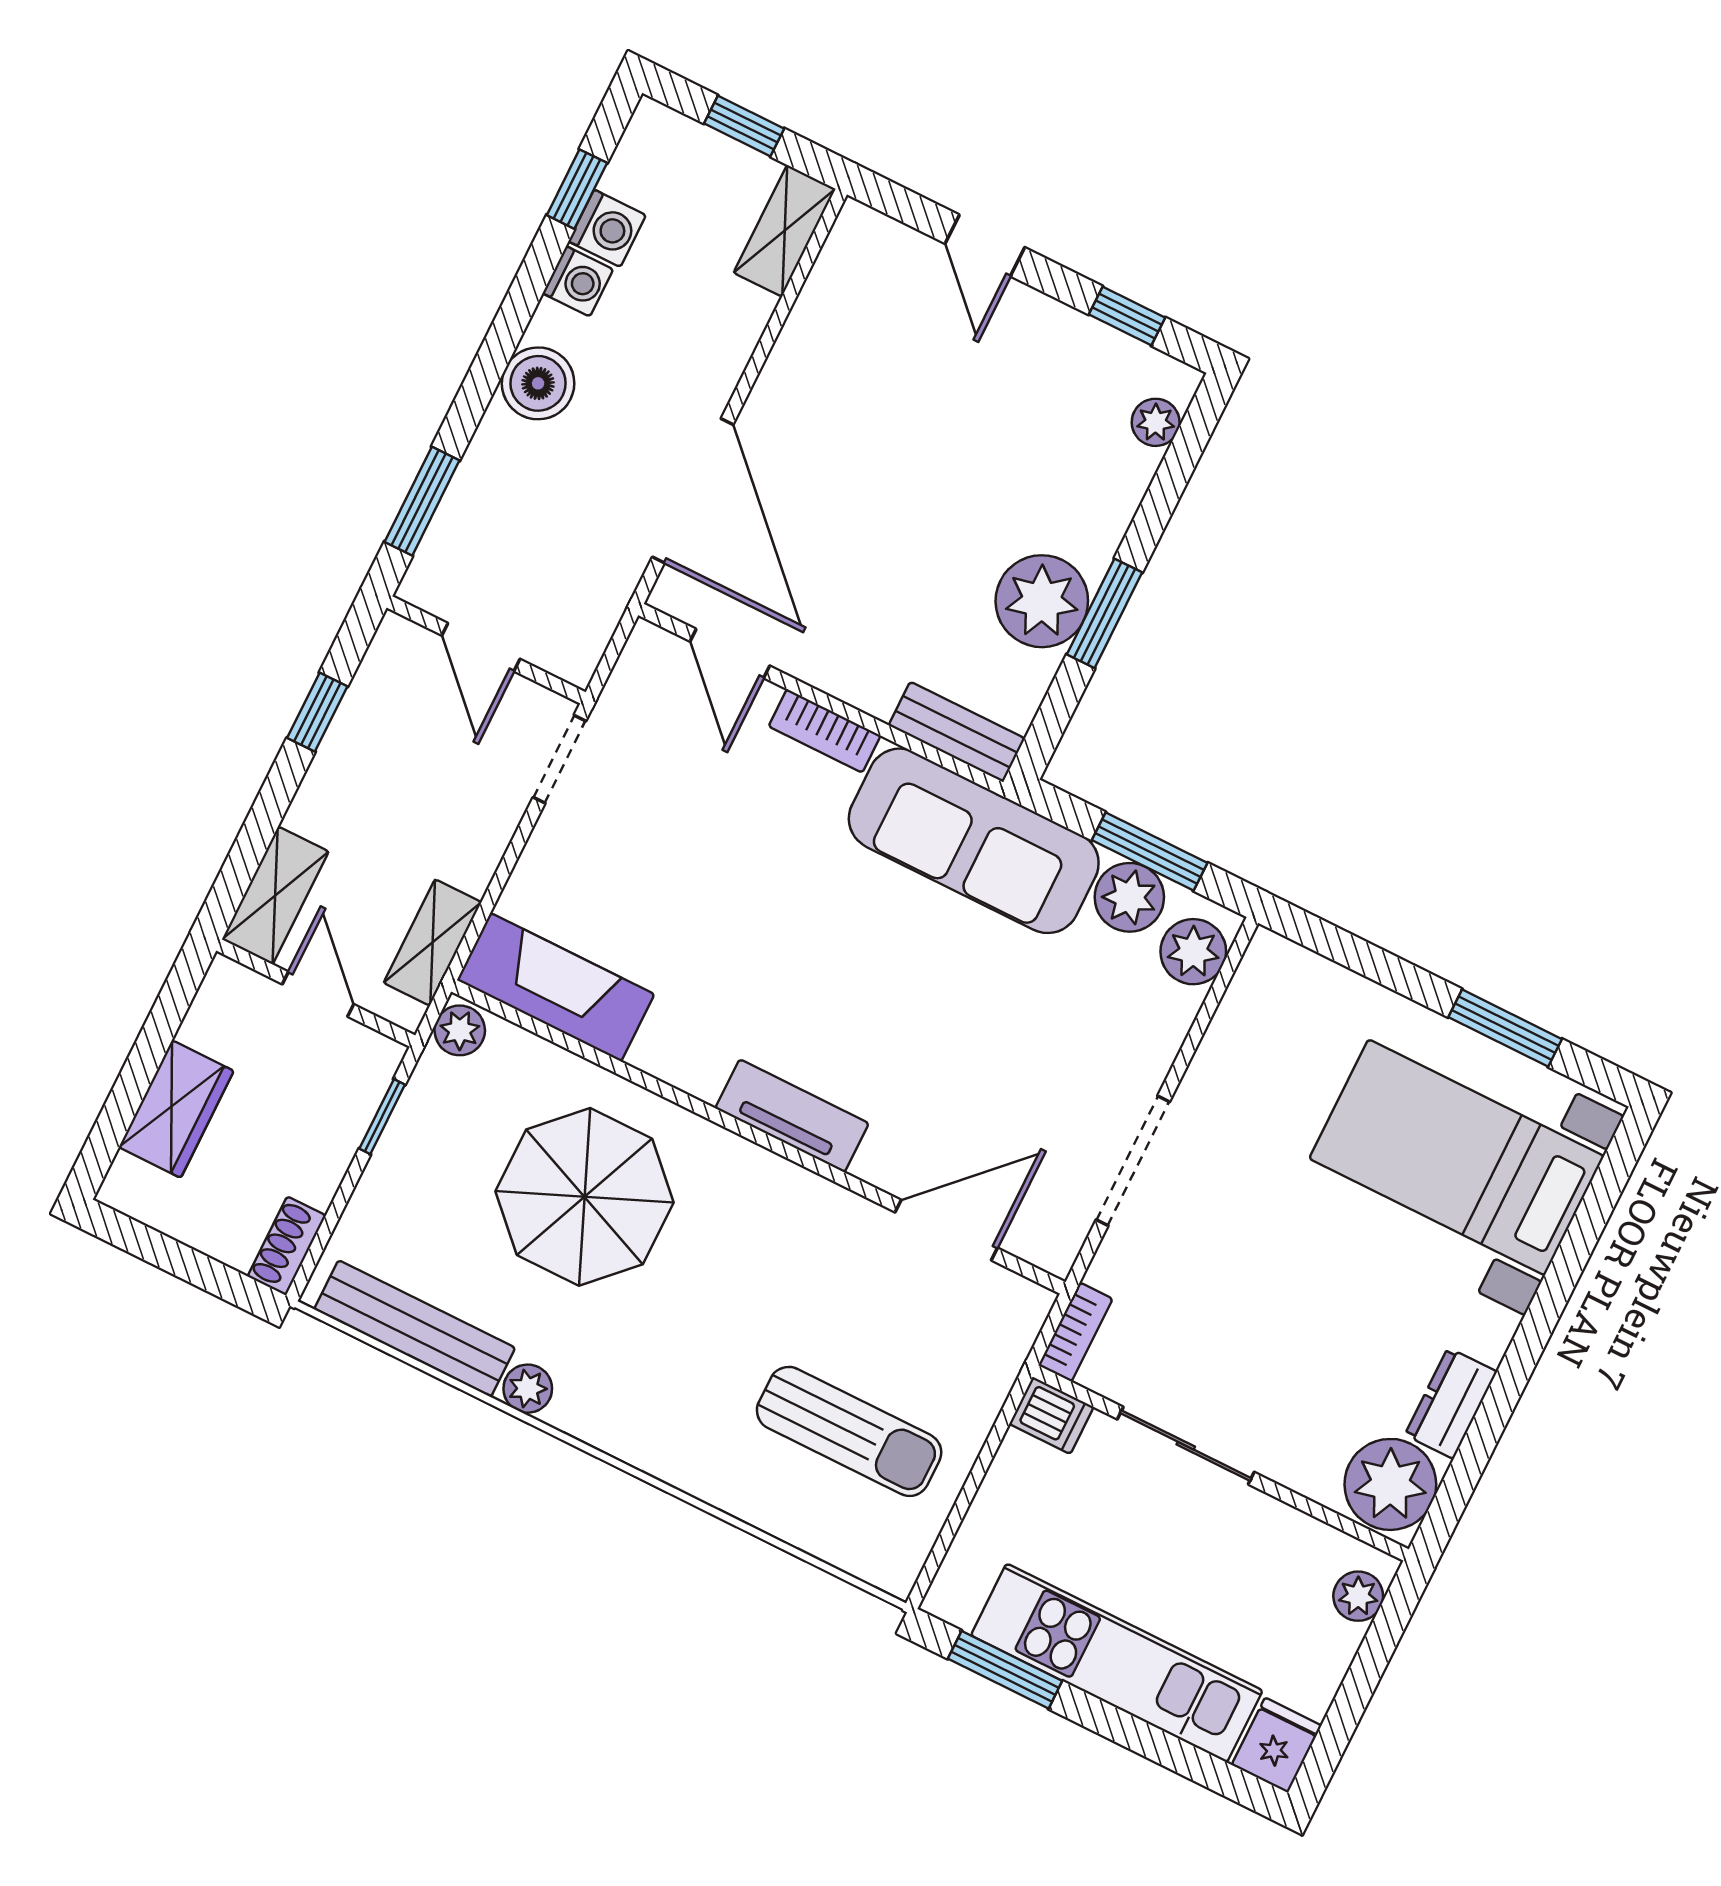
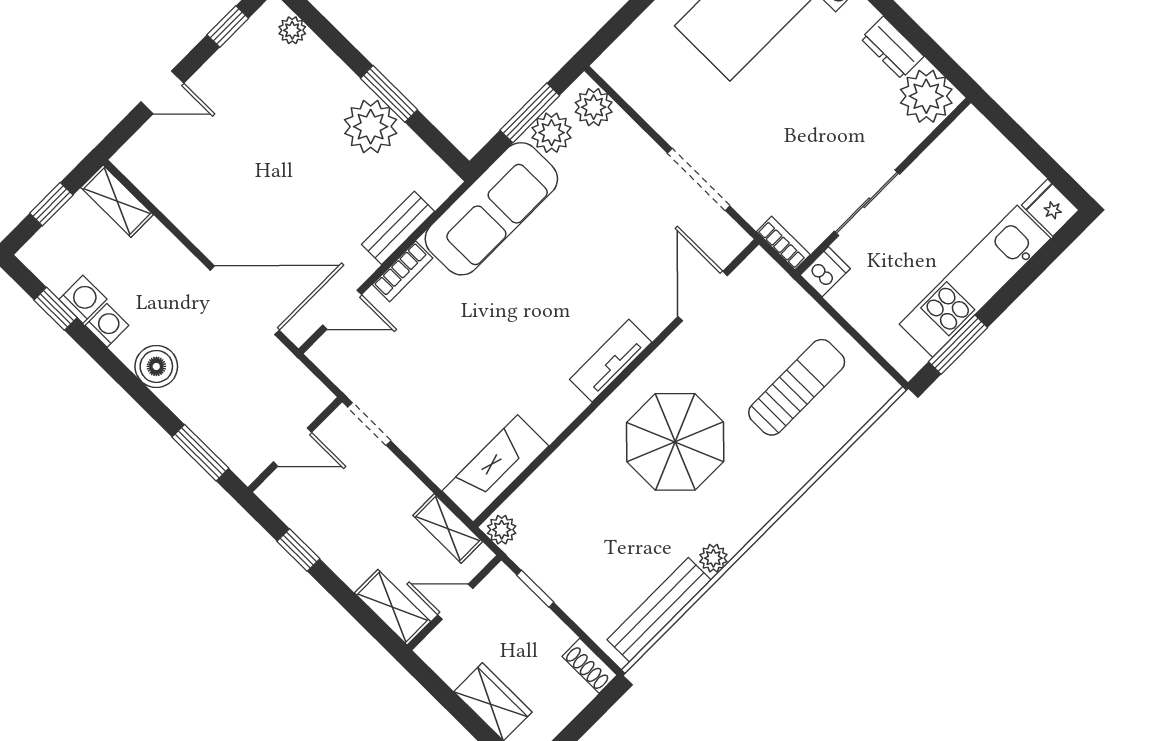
bench: (957, 732) -> (398, 228), moved
parasol: (585, 1197) -> (675, 442), moved
plant: (1358, 1596) -> (982, 135), removed

